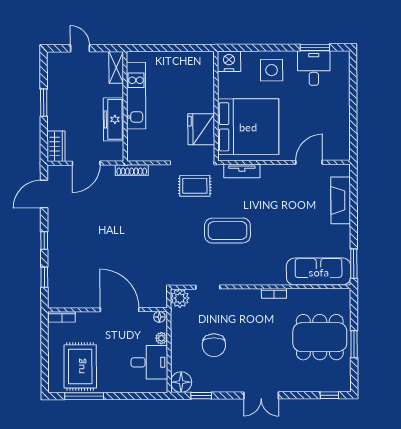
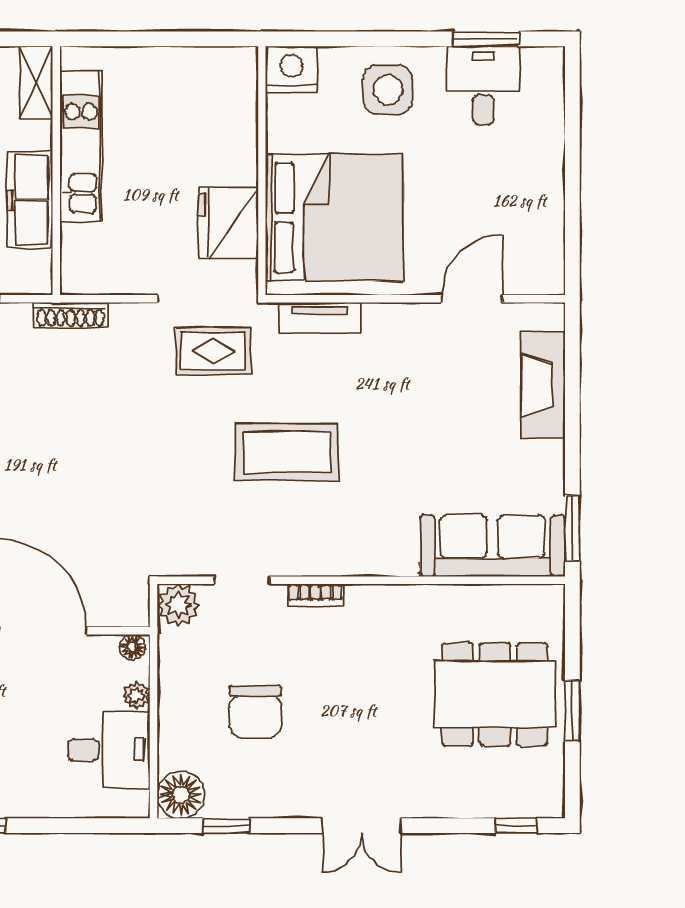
bookcase: (274, 293) -> (315, 595), moved

